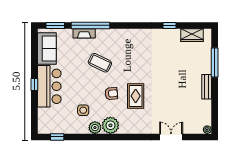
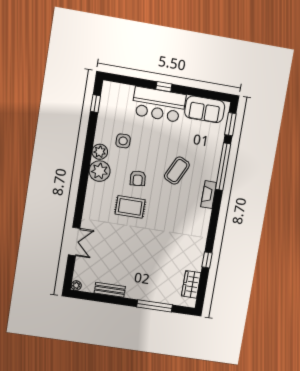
fireplace: (84, 33) -> (209, 195), moved
bench: (207, 87) -> (110, 290), moved

